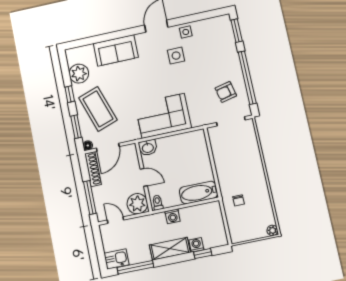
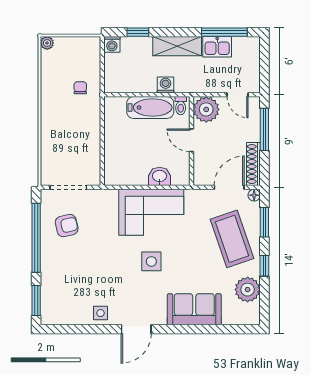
side table: (176, 56) -> (151, 261), moved
washbasin: (148, 148) -> (160, 176), moved
bathtub: (198, 193) -> (150, 108), moved
washing machine: (196, 245) -> (112, 44), moved
kitchen sink: (117, 259) -> (217, 47), moved

